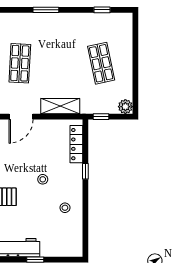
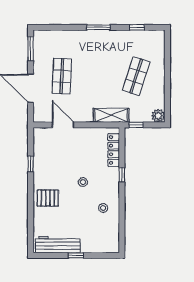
window: (46, 10) -> (98, 27), moved
shop shelf: (101, 63) -> (136, 76), turned 30
shelving: (60, 106) -> (111, 115), moved
door: (21, 117) -> (63, 125), swing flipped

